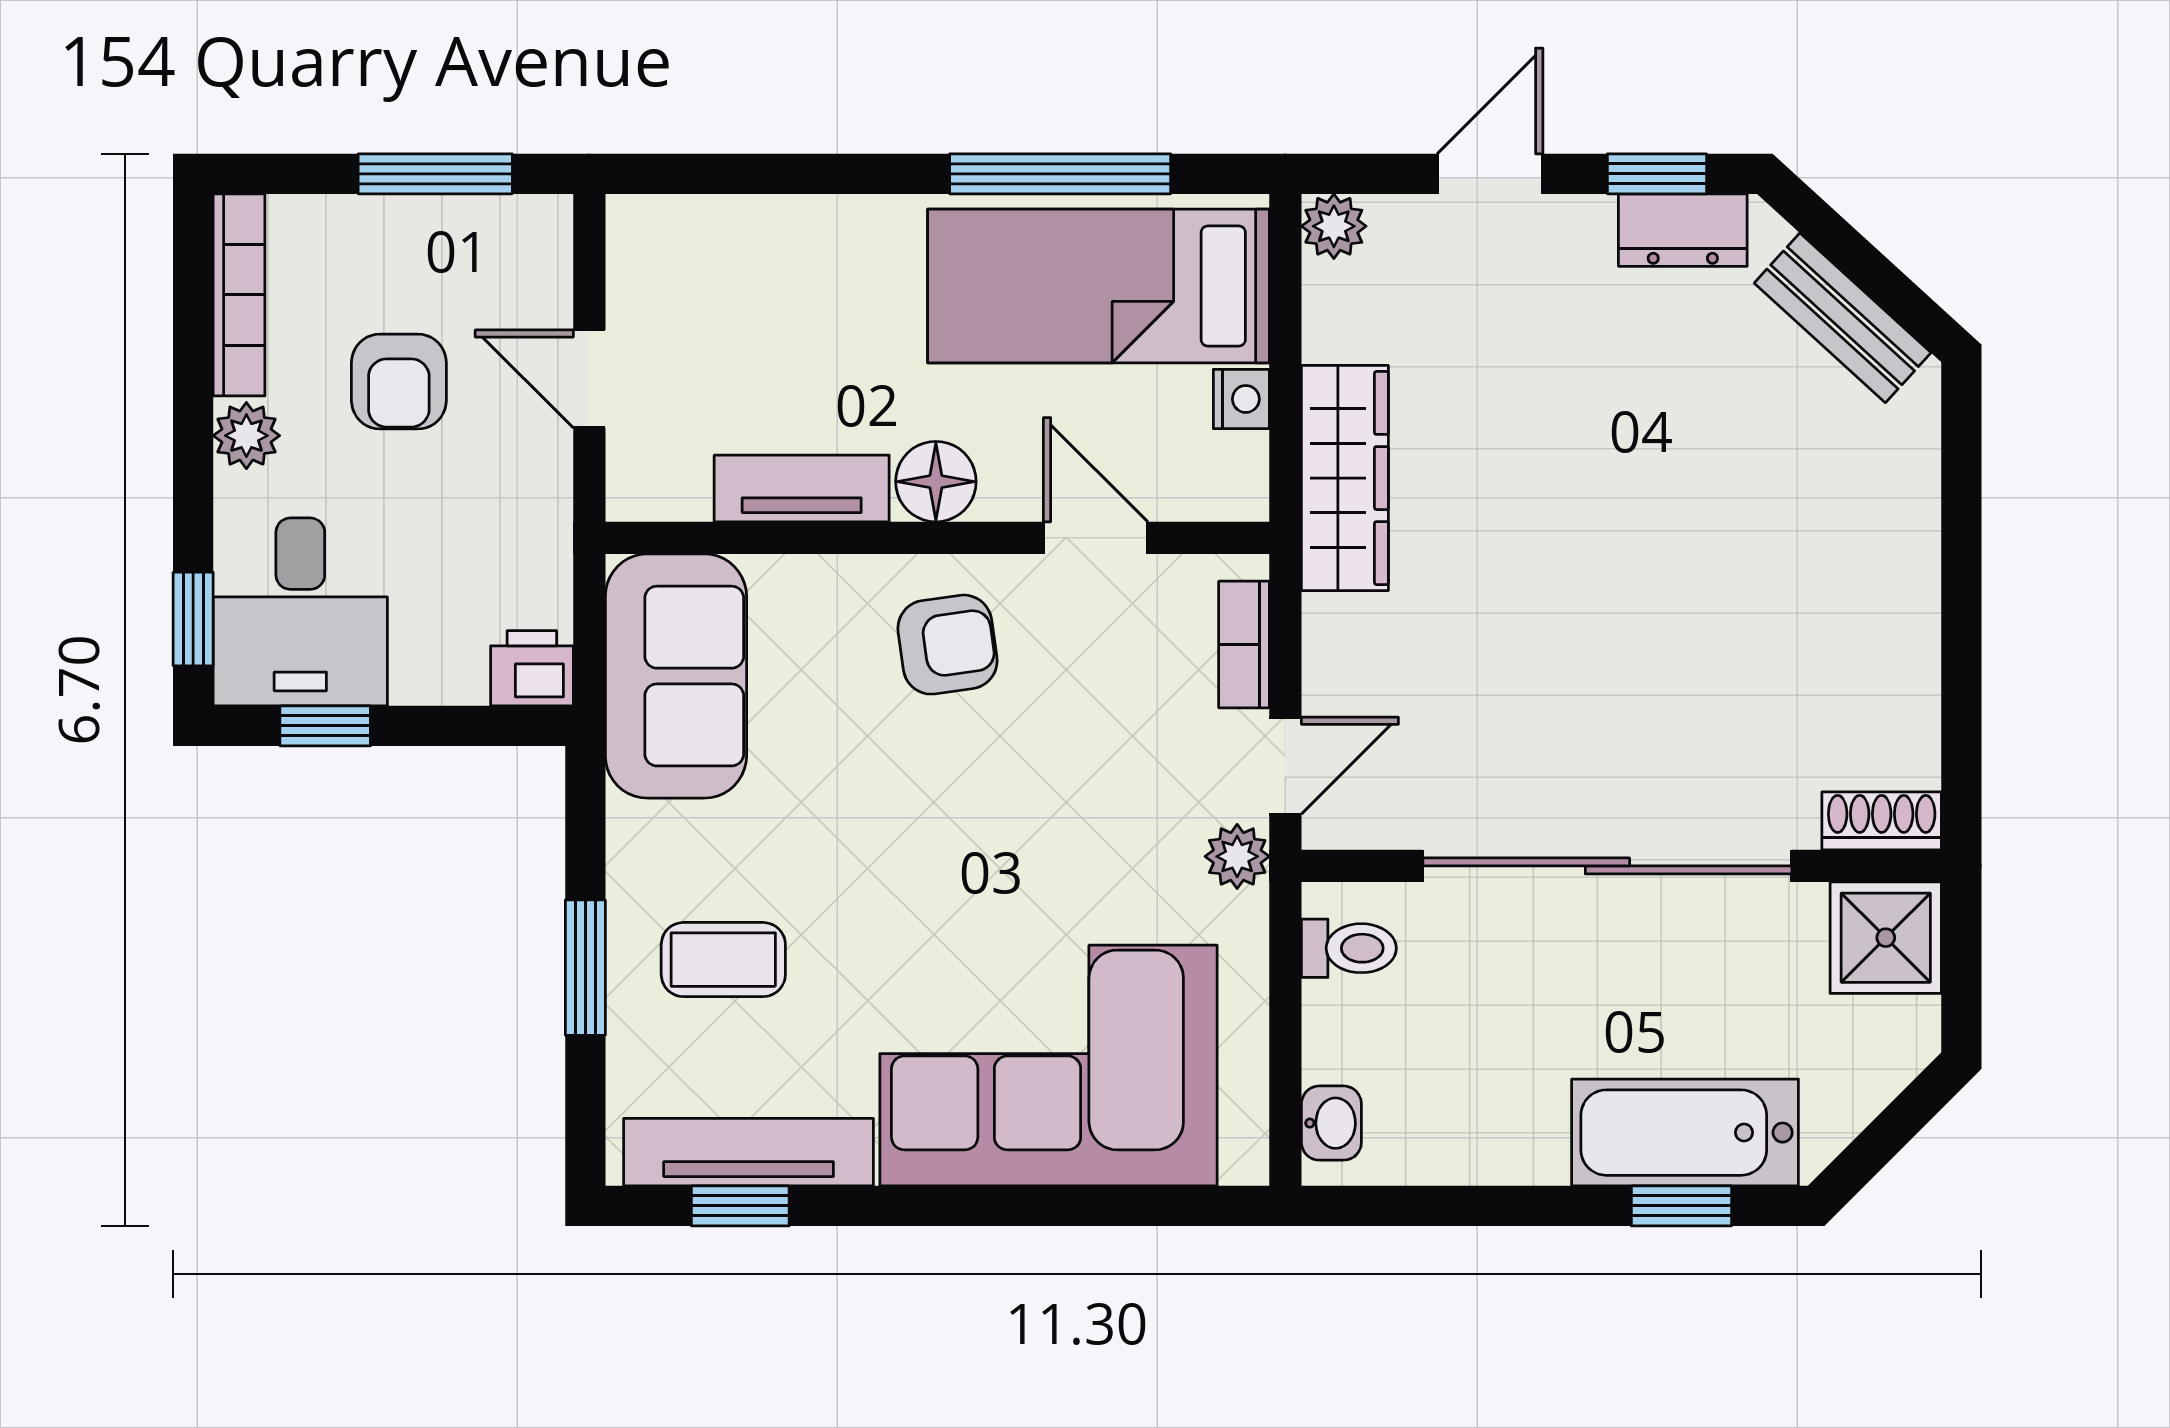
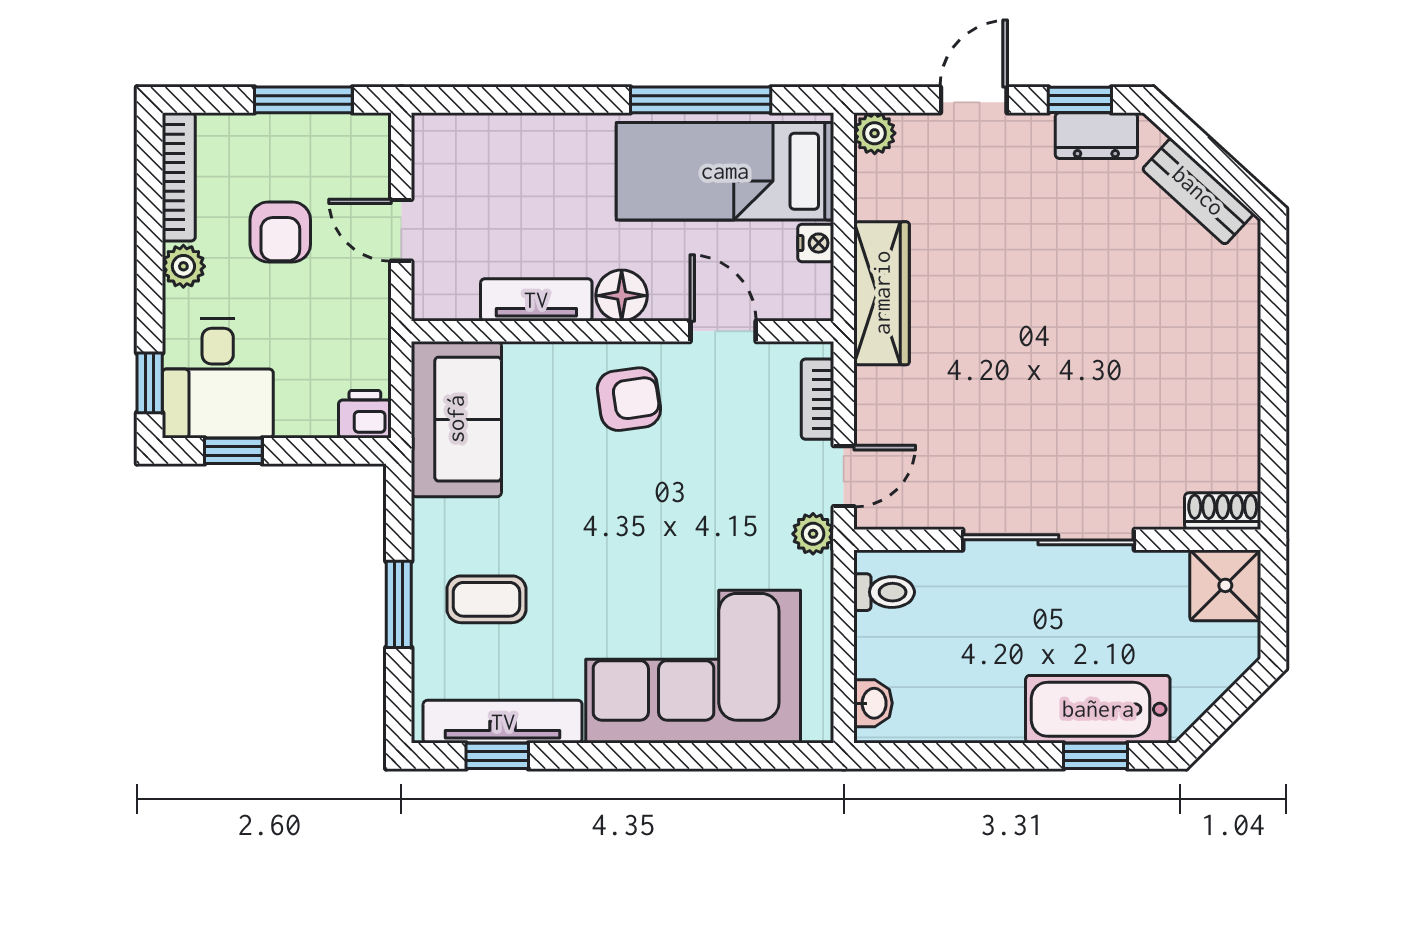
sliding door: (1607, 866) -> (1048, 540), width x0.73

